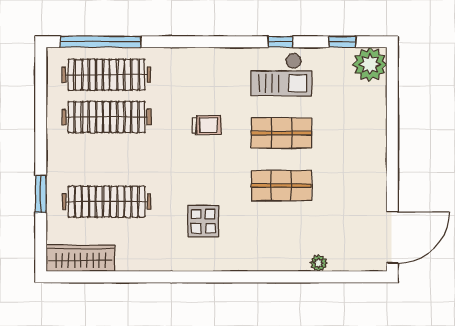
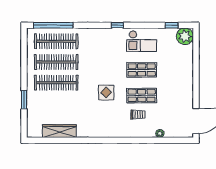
window: (281, 42) -> (117, 25), moved
trolley: (207, 125) -> (138, 115), moved
clothes rail: (107, 202) -> (56, 83), moved
display table: (203, 221) -> (106, 93), moved
wardrobe: (80, 258) -> (59, 131), moved

